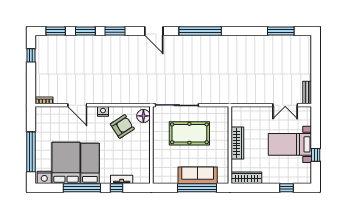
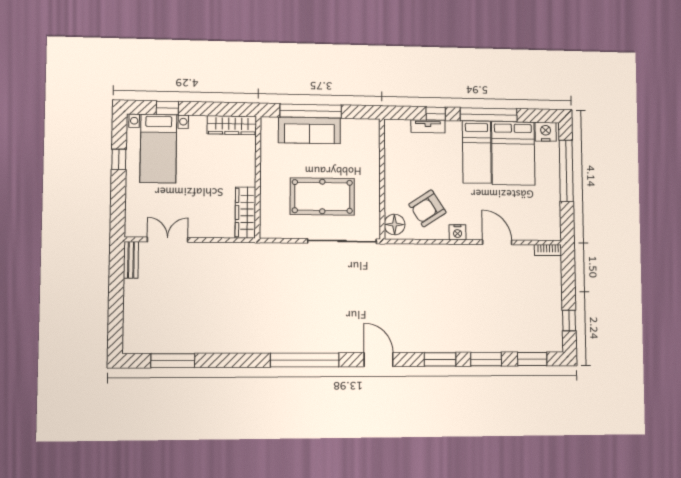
wardrobe: (237, 143) -> (245, 213), moved
bed with nightstands: (290, 144) -> (158, 149), moved, turned 90

